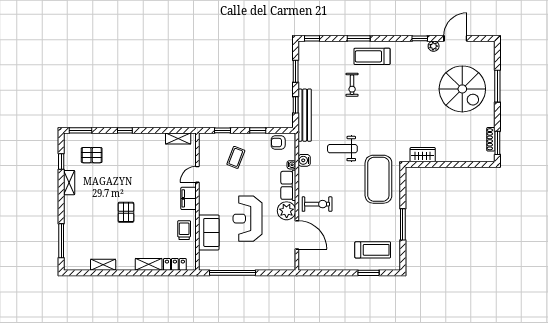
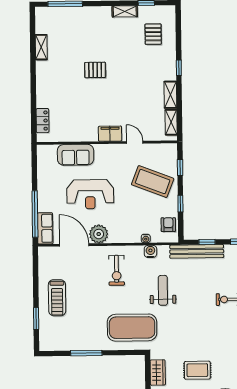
rug: (421, 116) -> (197, 370), added
window: (80, 130) -> (178, 22), removed
coffee table: (236, 157) -> (153, 182), width x1.86, depth x1.72
row of seats: (288, 185) -> (45, 228), moved, turned 90
exercise bike: (317, 204) -> (117, 270), moved
reception desk: (248, 219) -> (90, 194), turned 180
trolley: (184, 230) -> (78, 130), removed
door: (297, 235) -> (74, 245), swing flipped
treadmill: (373, 250) -> (57, 298), moved
shelving: (149, 264) -> (170, 95), moved
window: (233, 273) -> (35, 214), moved

